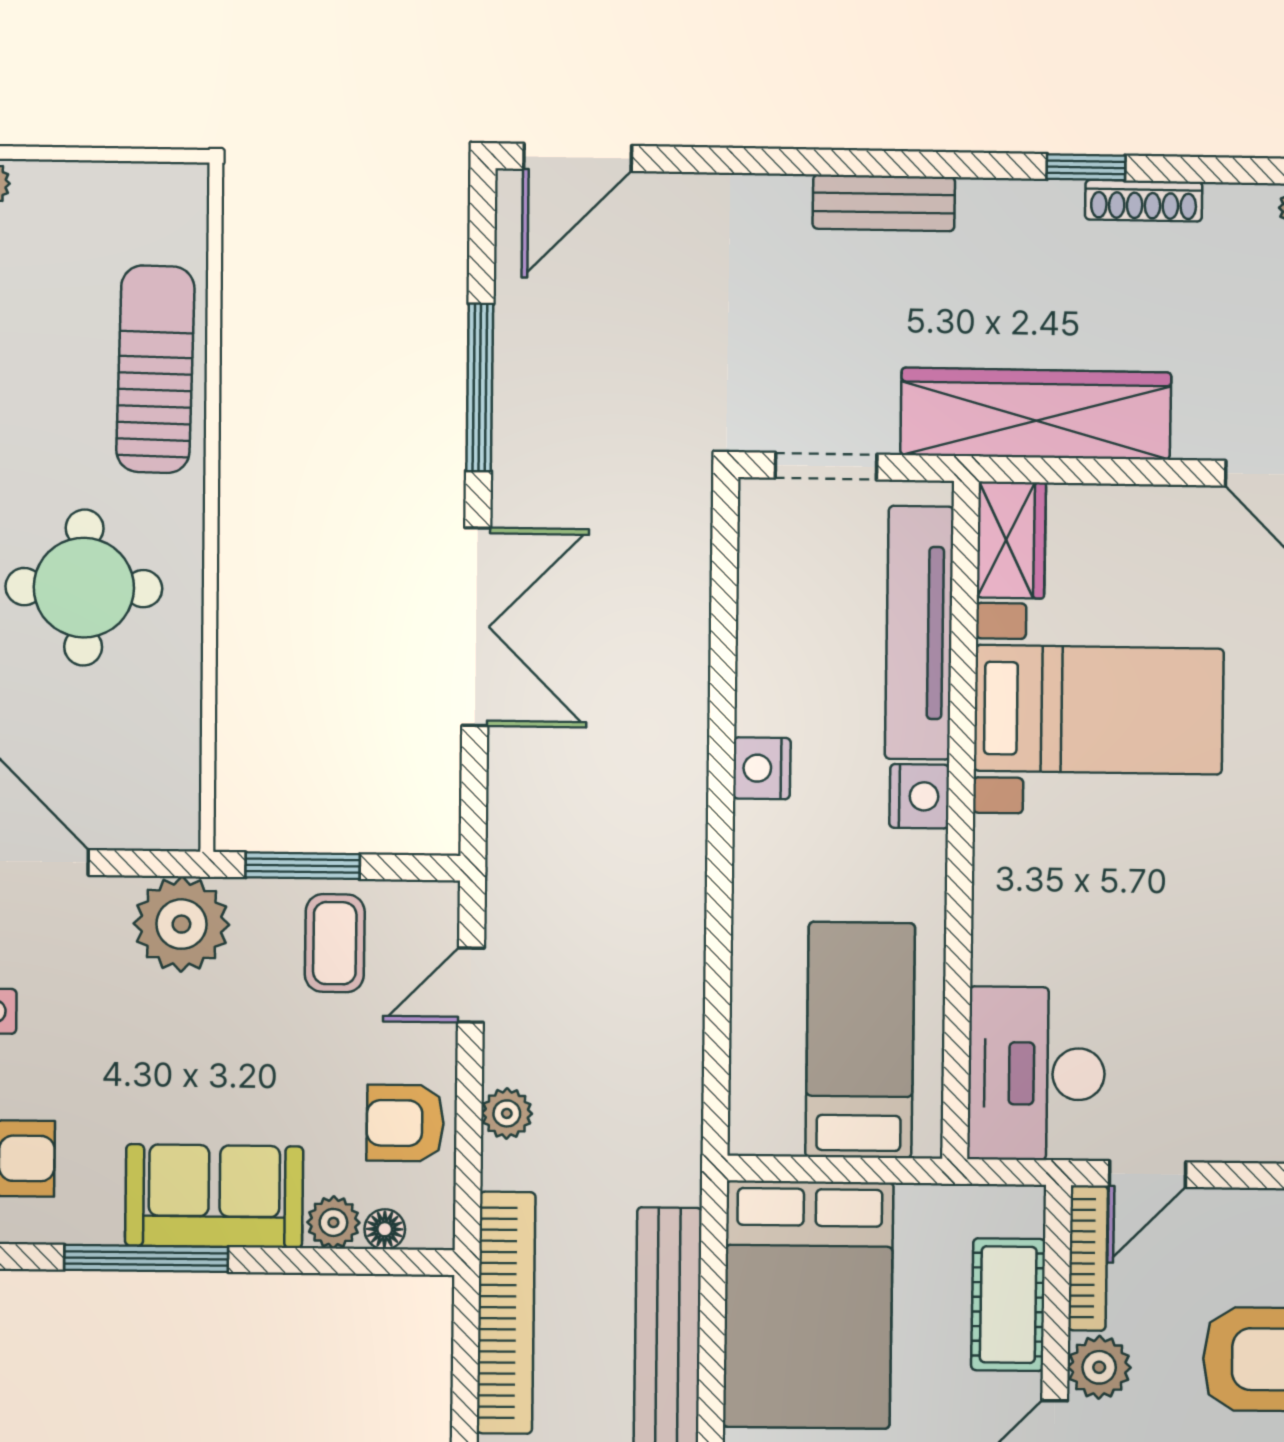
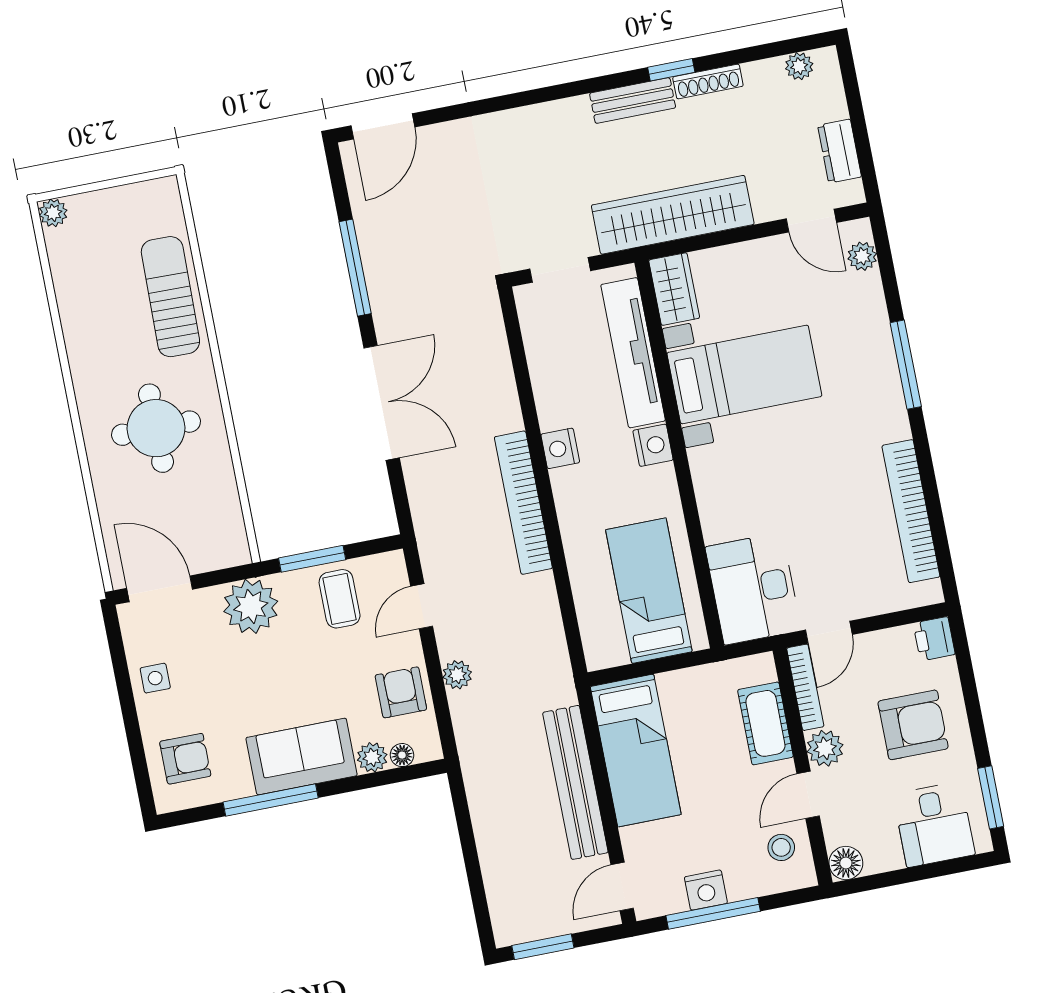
bench: (884, 203) -> (633, 101), moved
armchair: (405, 1123) -> (401, 692), turned 90
bed: (808, 1305) -> (636, 751), width x0.67
bookcase: (506, 1313) -> (523, 503), moved, turned 180

